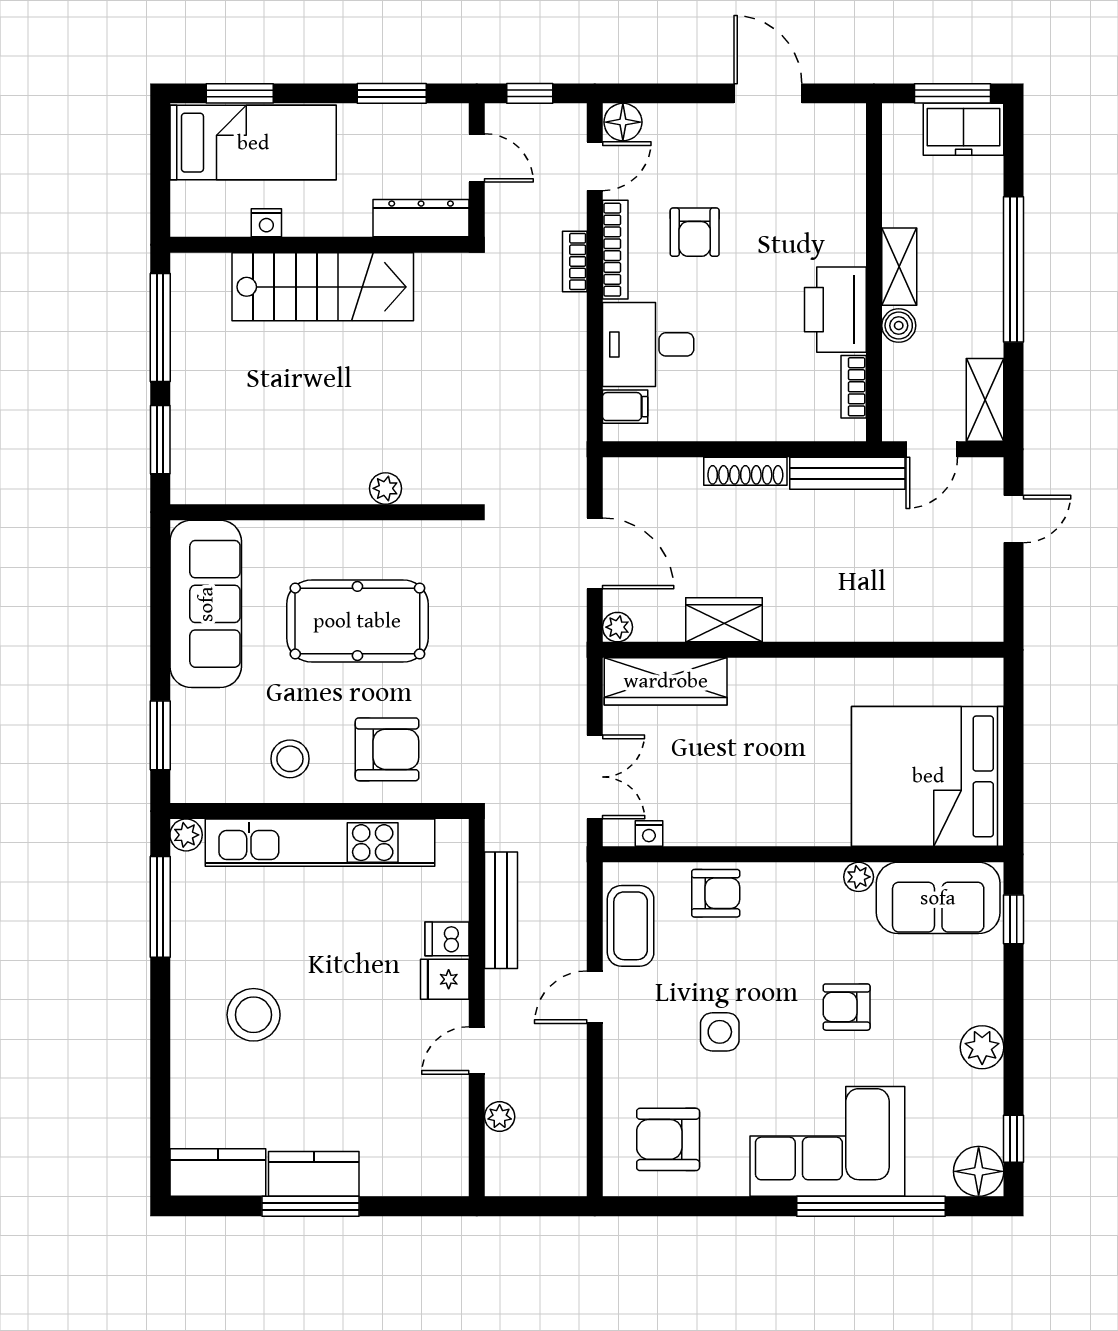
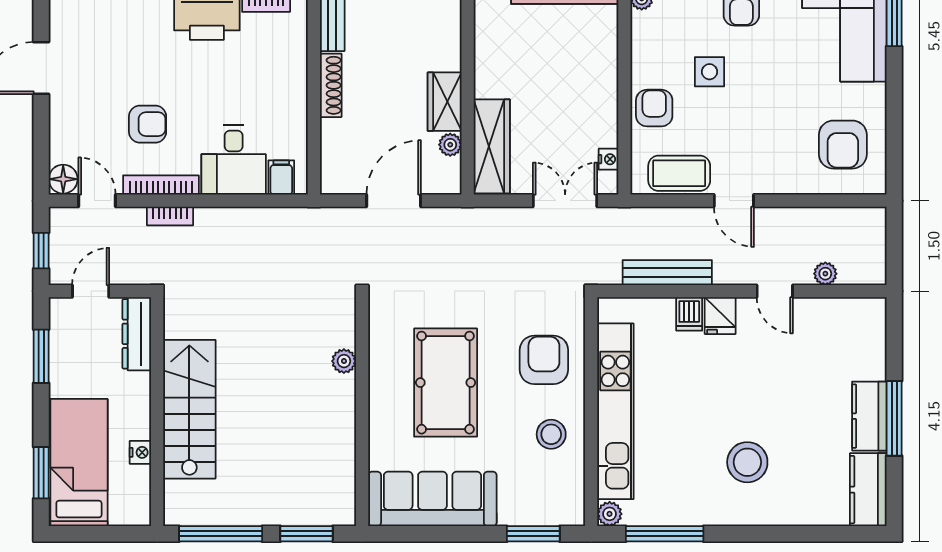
plant: (617, 627) -> (450, 145), moved
side table: (720, 1032) -> (710, 72), moved

